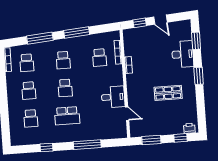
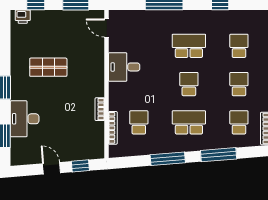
school desk: (63, 60) -> (189, 122), width x1.85
door: (127, 114) -> (107, 28), moved

